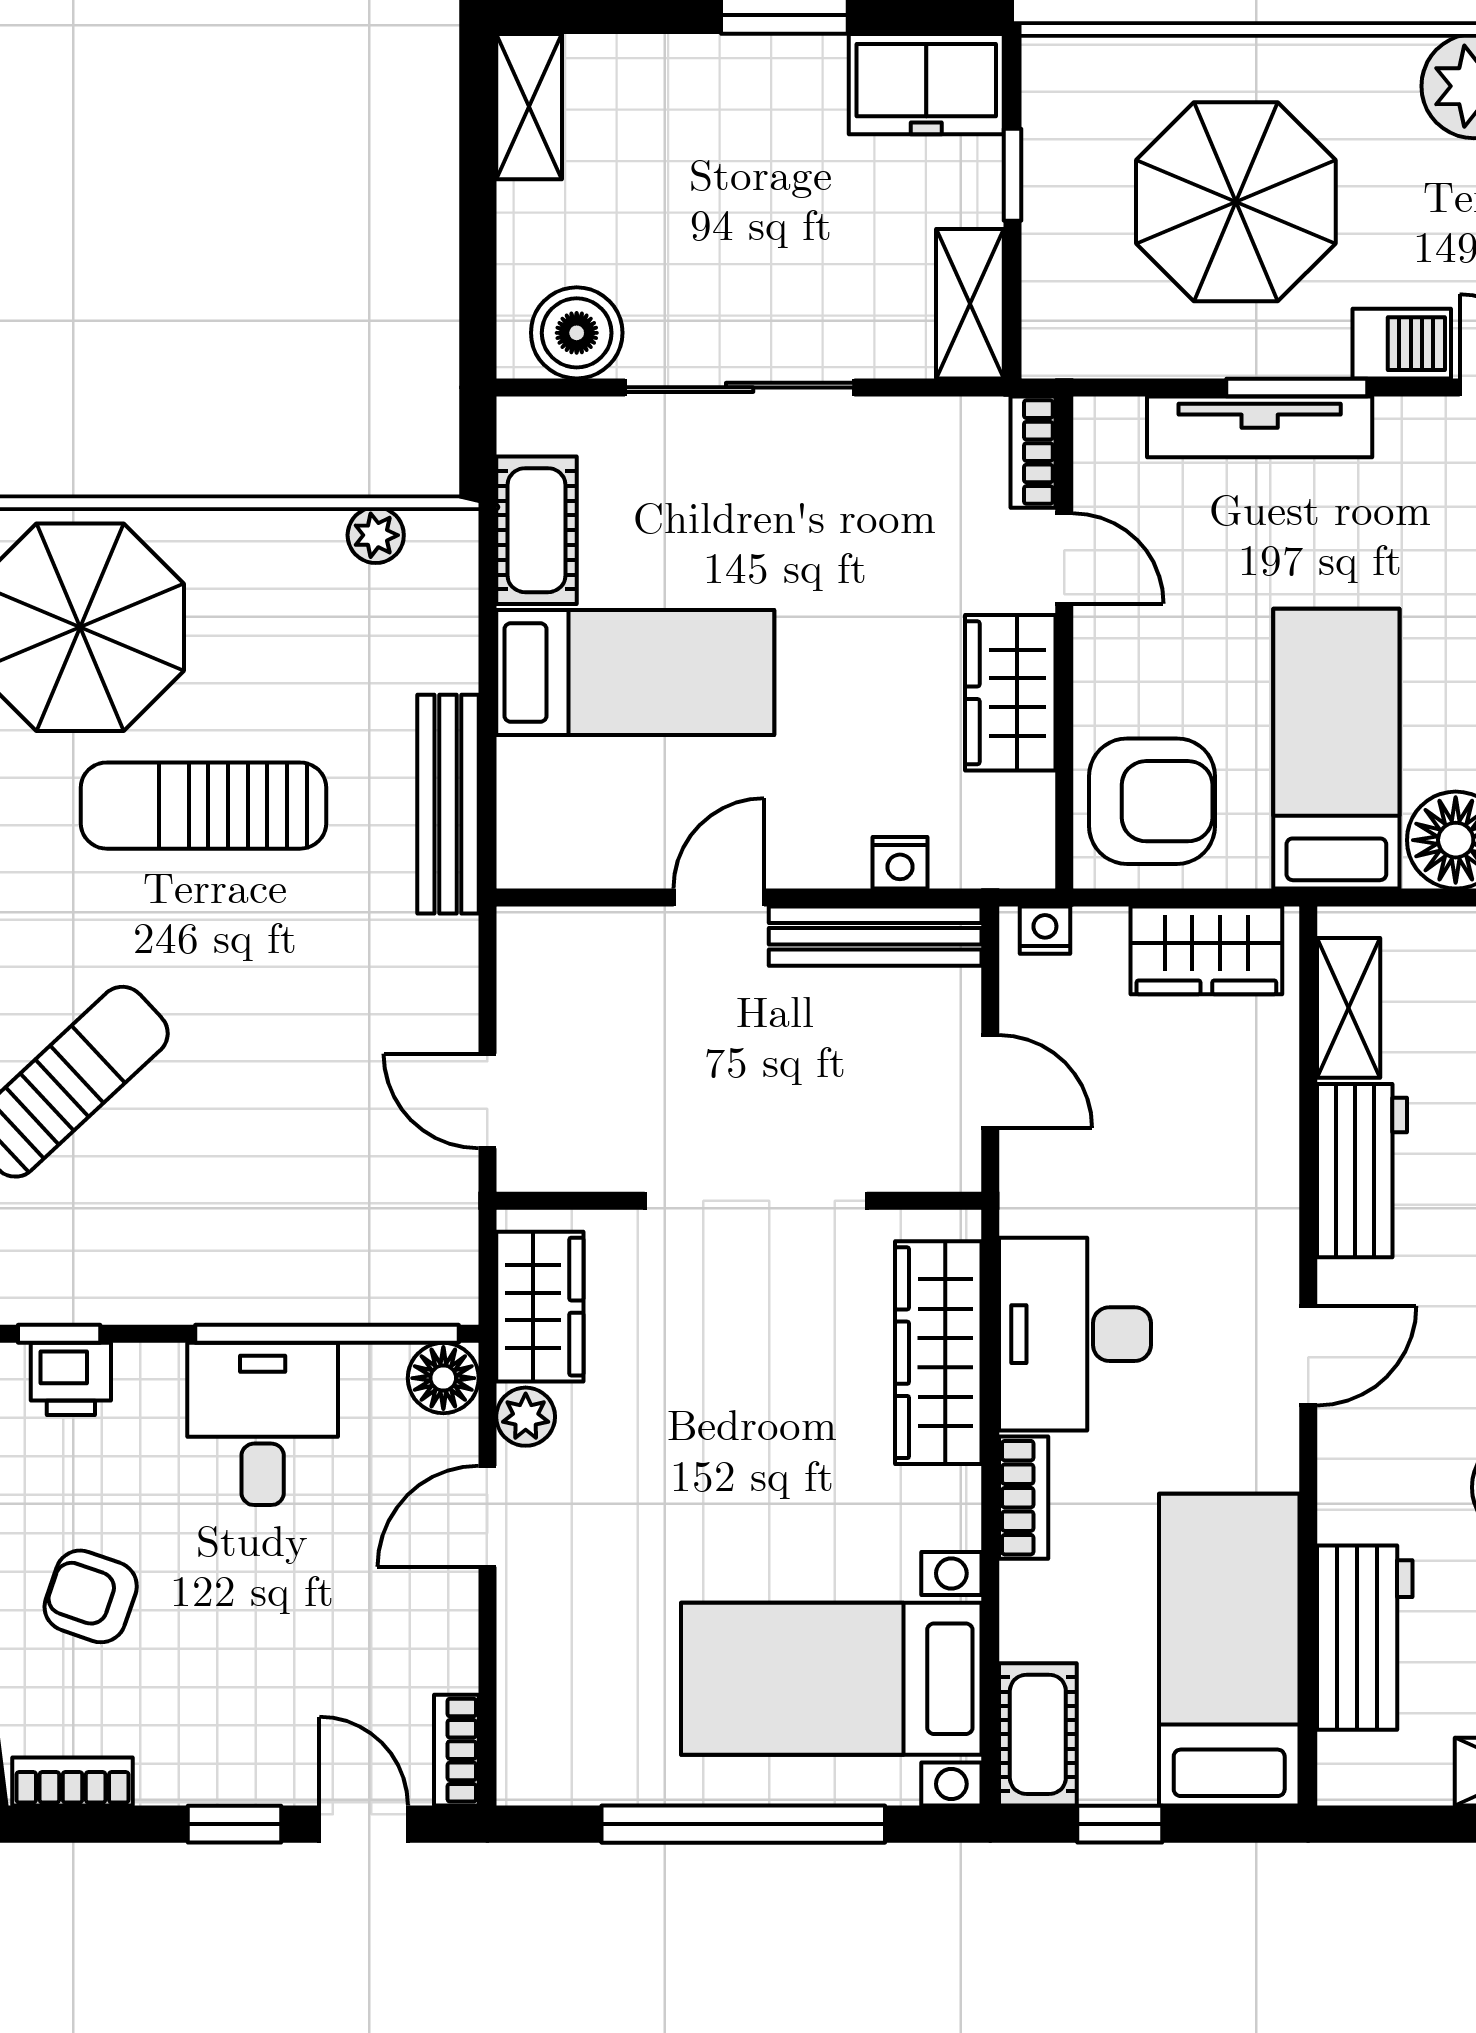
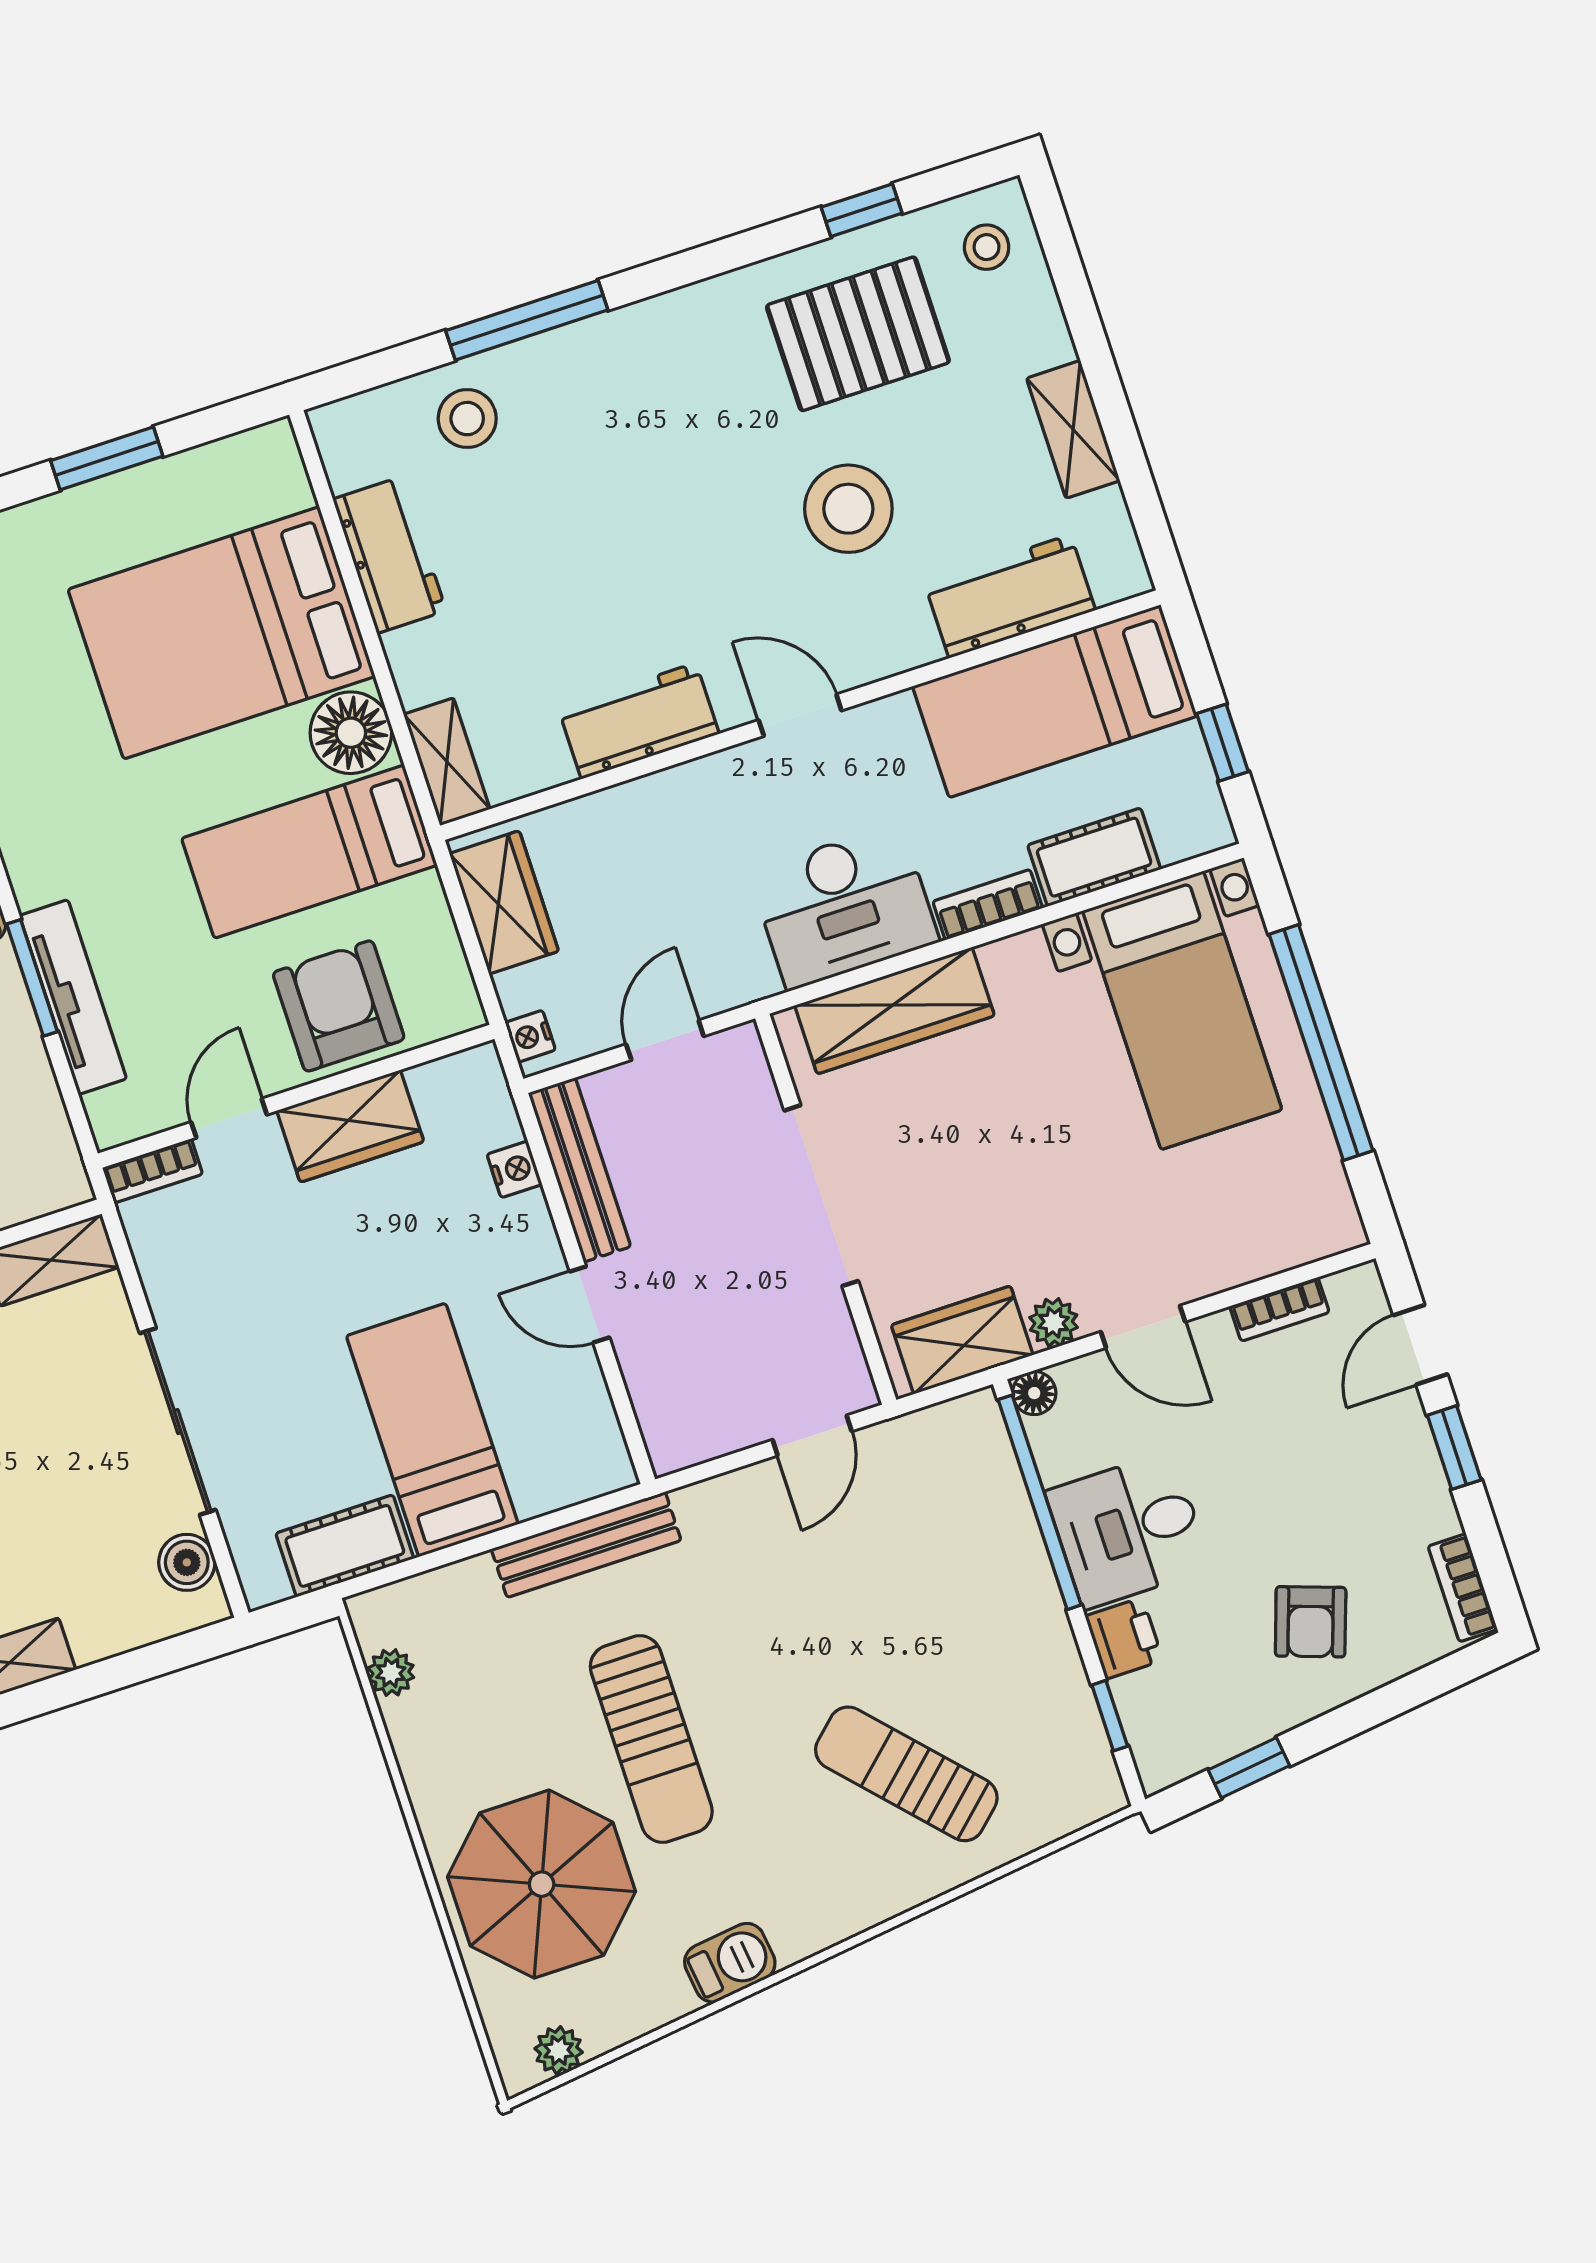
boiler: (577, 333) -> (187, 1562), width x0.73, depth x0.73
armchair: (1152, 801) -> (339, 1006), moved
shelving: (1349, 1008) -> (447, 762), moved, turned 90
floor lamp: (443, 1378) -> (1034, 1393), width x0.73, depth x0.73
printer: (71, 1379) -> (1124, 1638), moved
cot: (1038, 1734) -> (1094, 857), moved
bookcase: (456, 1750) -> (1279, 1309), moved

